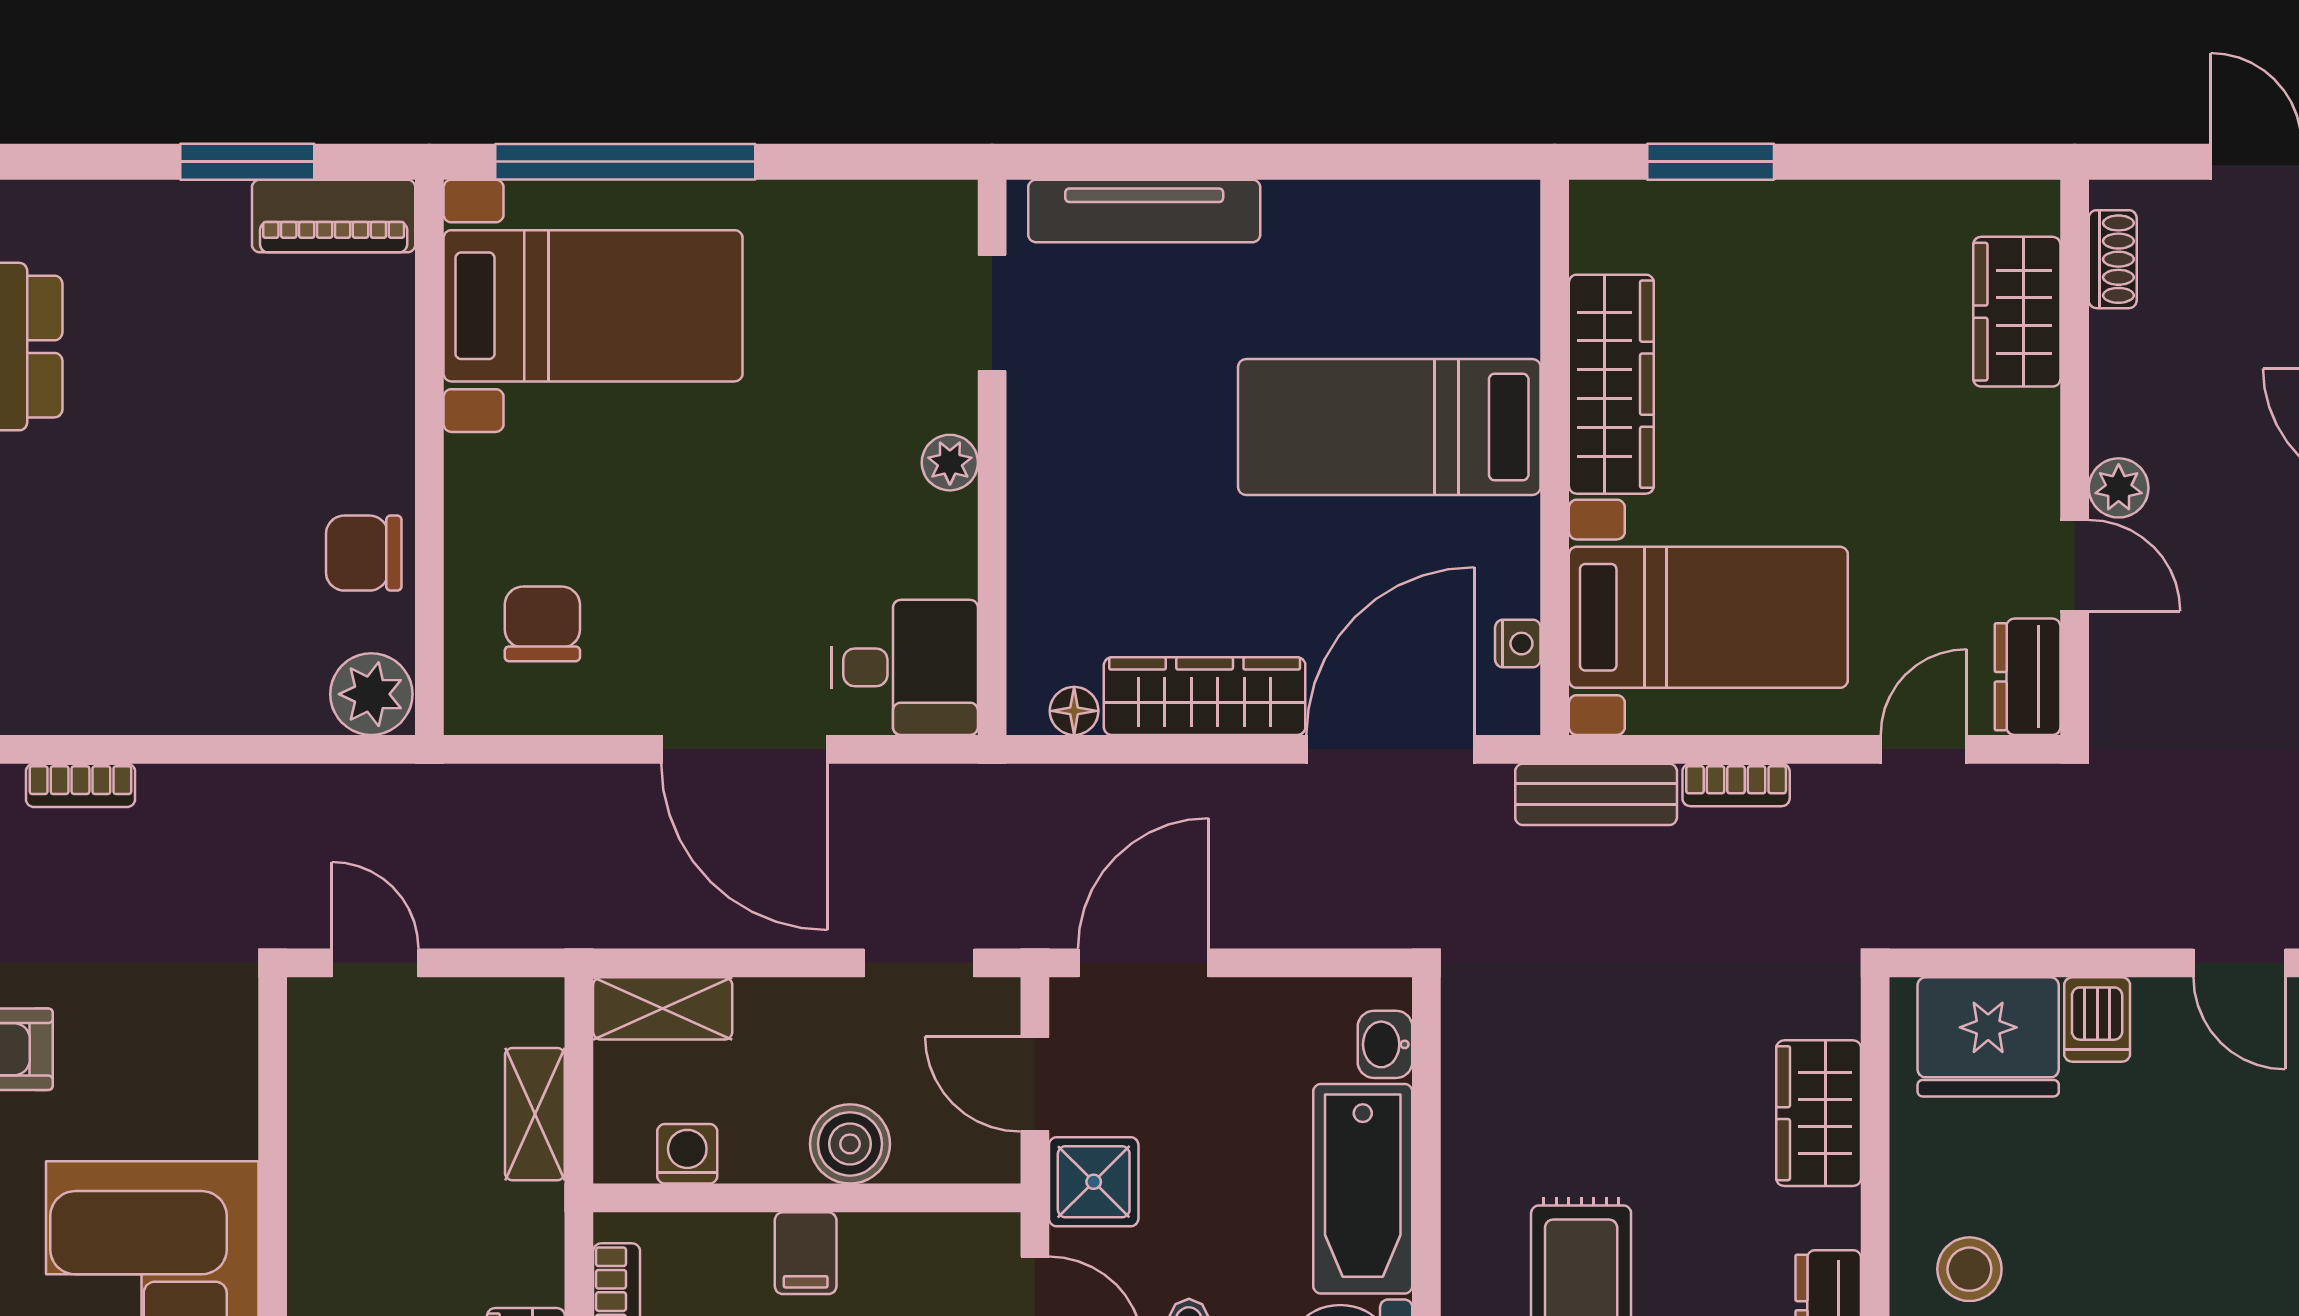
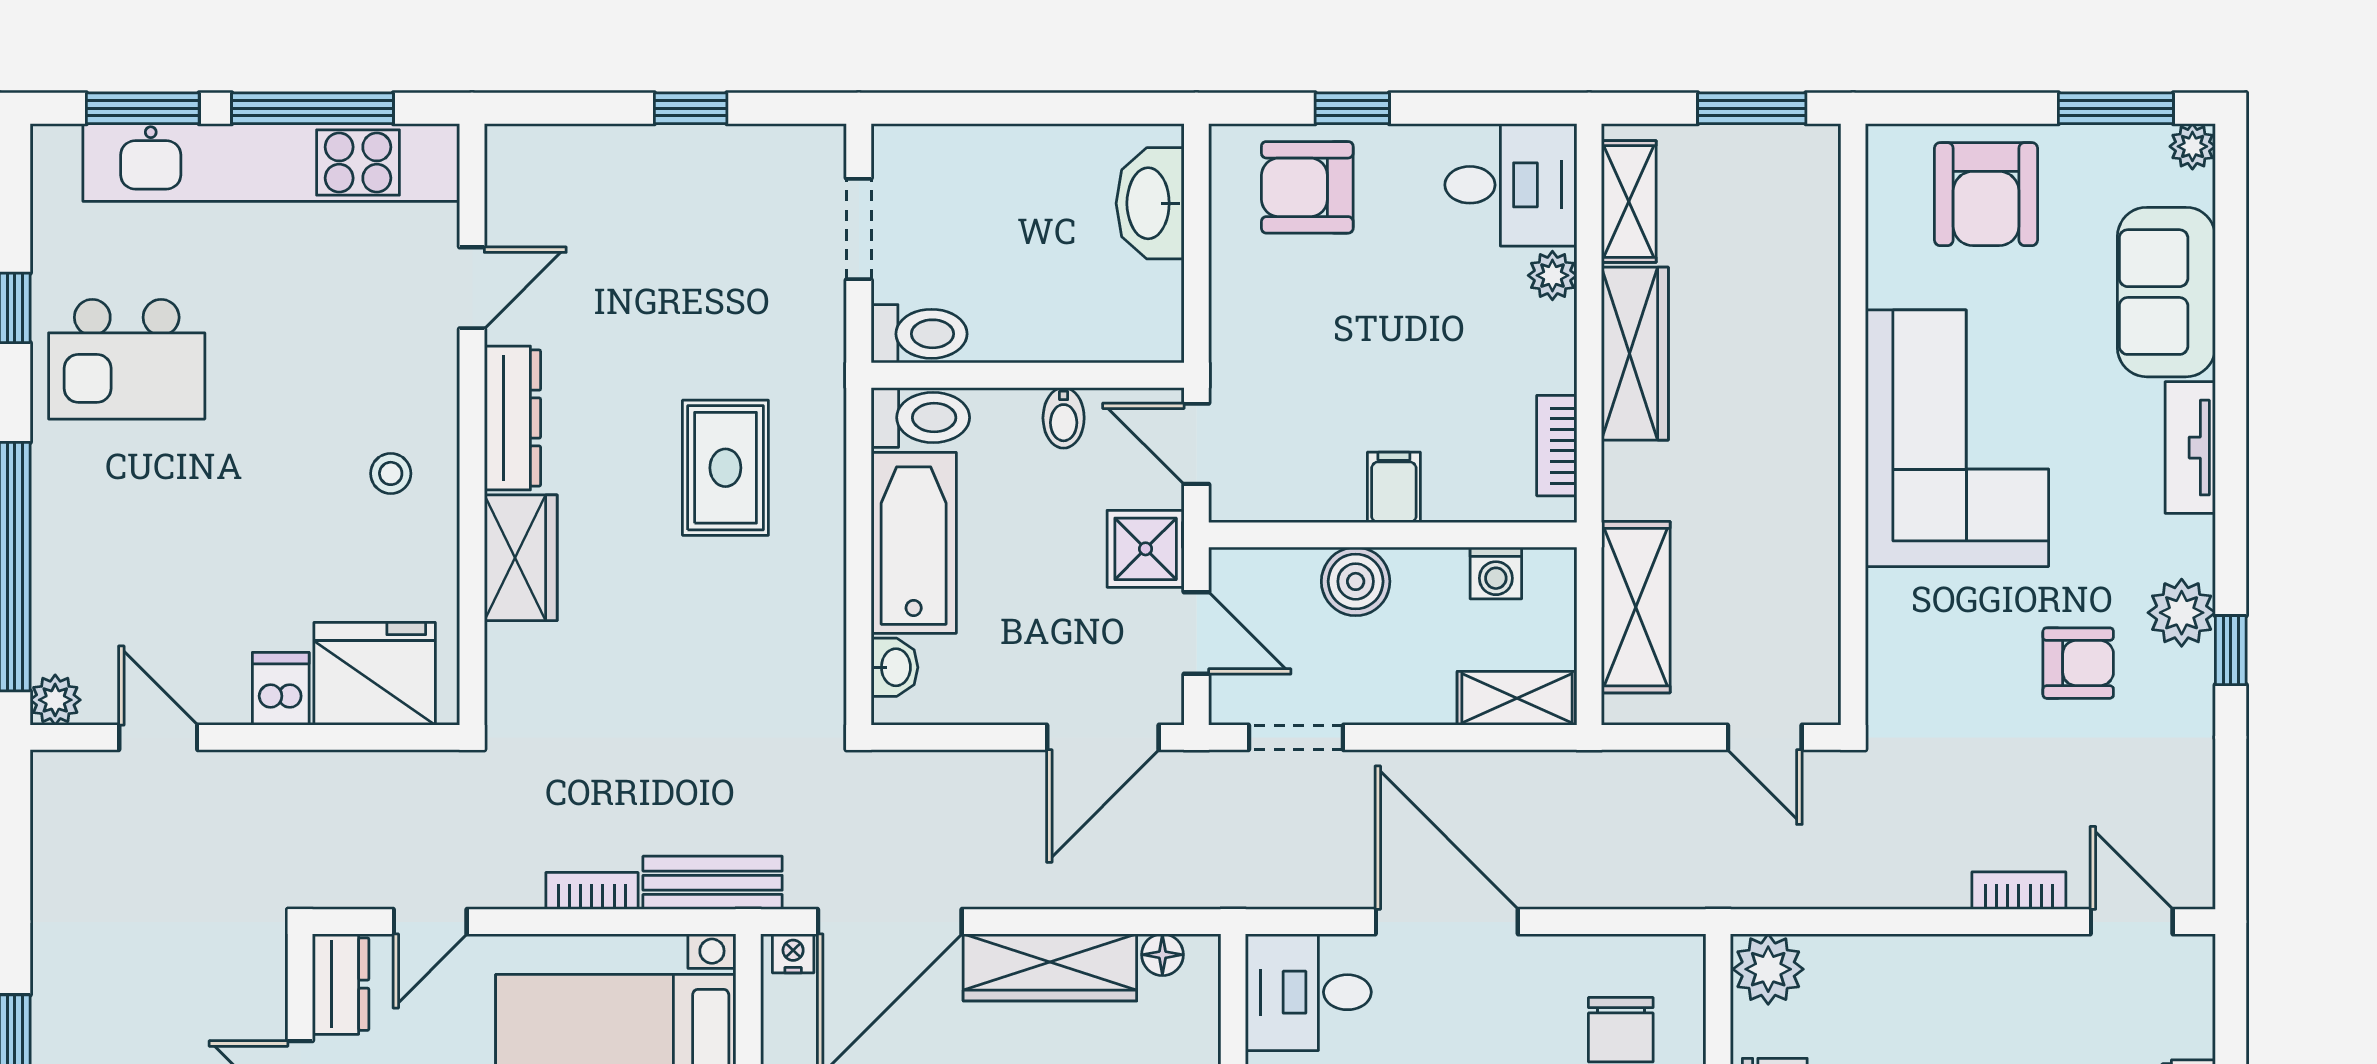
nightstand: (1518, 644) -> (793, 953), moved, turned 90
wardrobe: (1819, 1113) -> (521, 558), moved
shelving: (535, 1114) -> (1636, 607), width x1.50, depth x1.33
stool: (1969, 1269) -> (391, 473), width x0.73, depth x0.73

